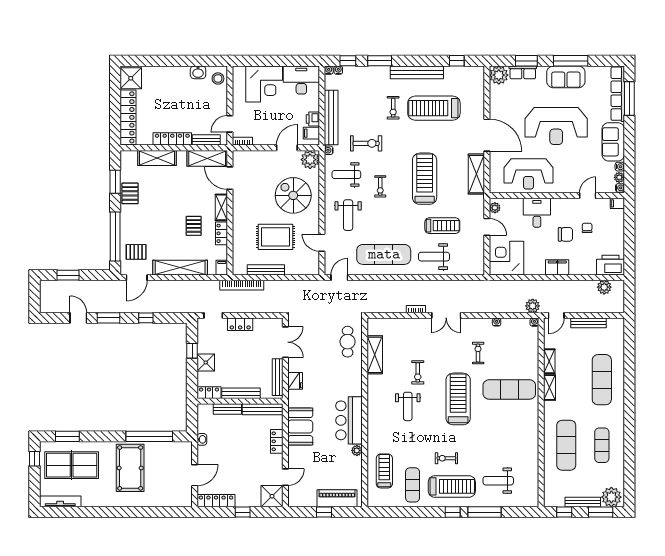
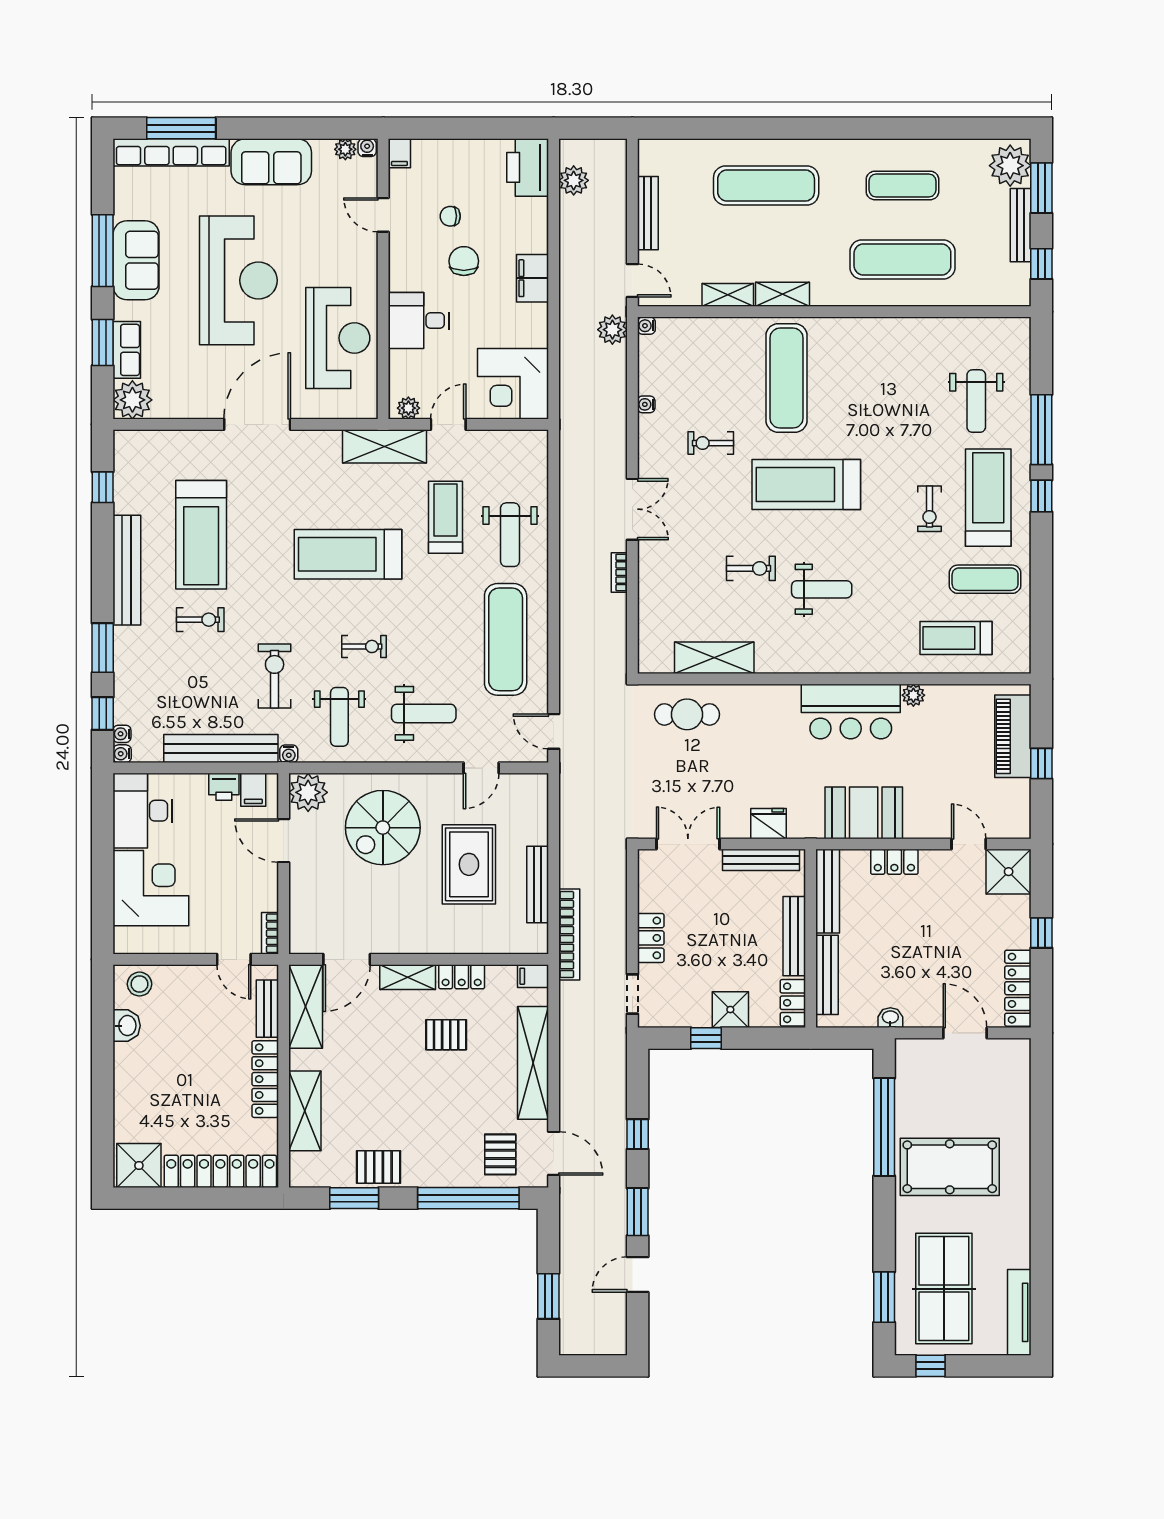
water cooler: (620, 167) -> (323, 148), removed
shelving: (476, 174) -> (384, 446), moved
bench: (227, 409) -> (827, 975), width x1.36

